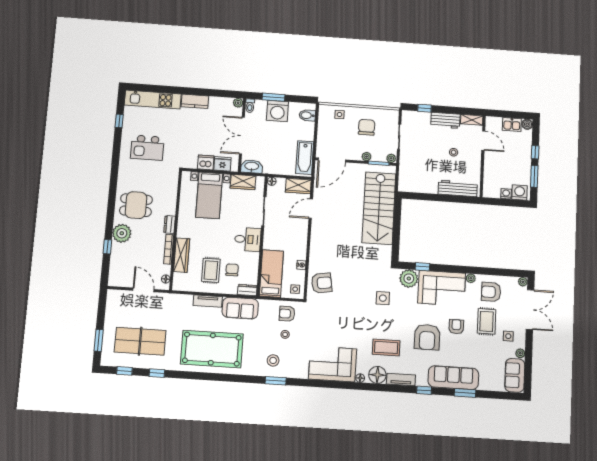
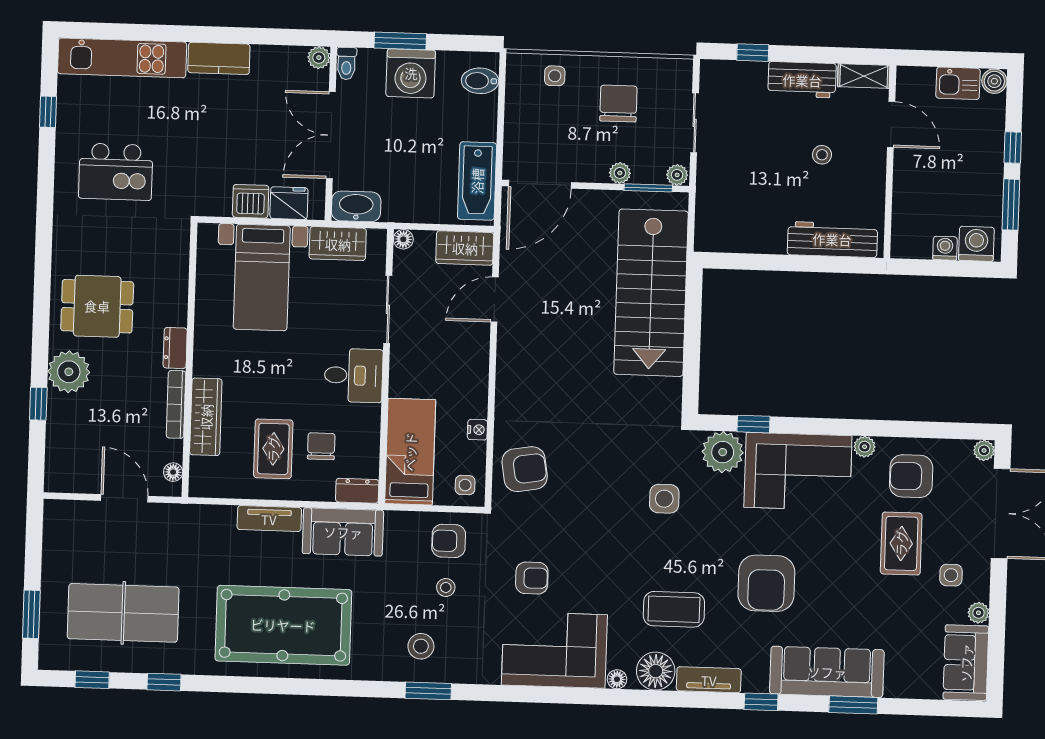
armchair: (456, 327) -> (532, 578), moved, turned 90

